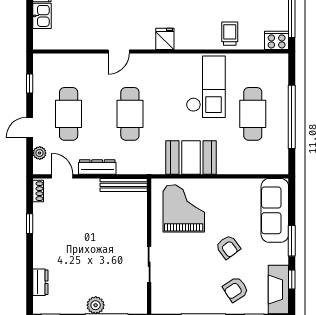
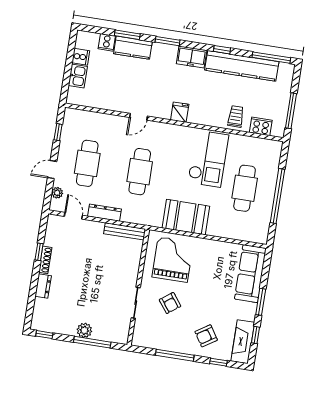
cooker: (277, 40) -> (261, 126), moved
shoe rack: (38, 191) -> (45, 260), moved, width x1.43
armchair: (228, 247) -> (170, 303), moved
dresser: (40, 282) -> (43, 286), moved

